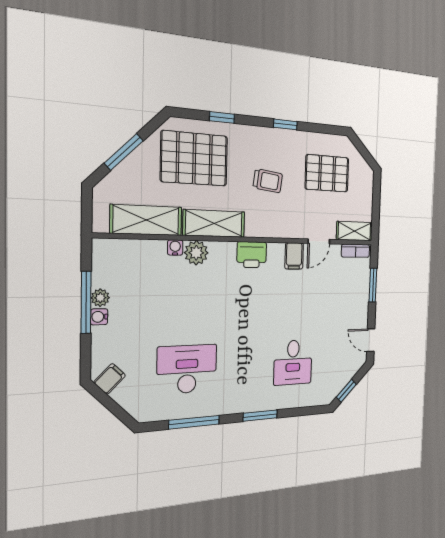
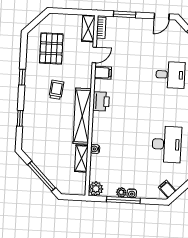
window: (124, 152) -> (42, 176), width x1.44
pallet: (194, 159) -> (44, 136), removed
shelving: (146, 220) -> (81, 159), width x0.67, depth x0.75
shelving: (214, 223) -> (82, 116), width x1.47
door: (319, 241) -> (94, 55), hinge flipped
plant: (196, 253) -> (96, 189), moved
desk: (187, 369) -> (167, 144), turned 180

